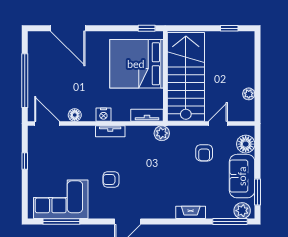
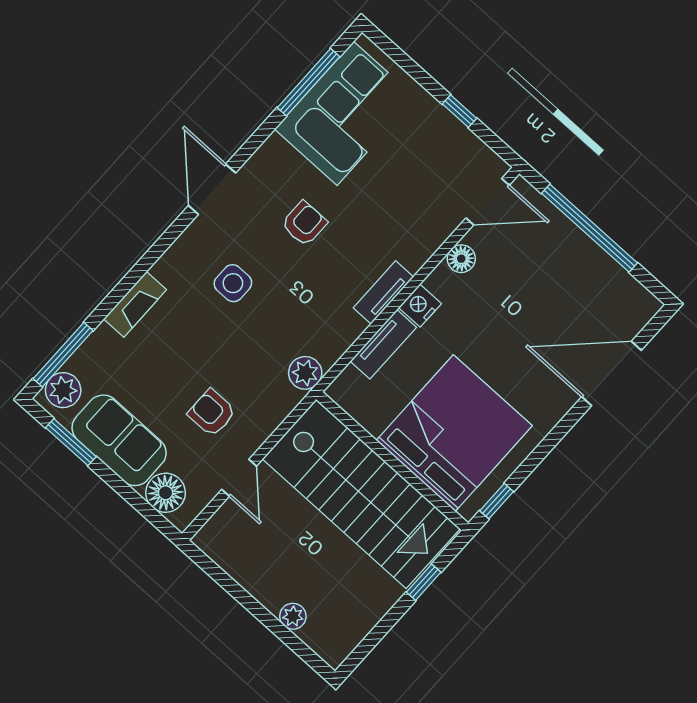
window: (229, 28) -> (424, 582), moved
plant: (249, 94) -> (293, 616), moved
tv unit: (147, 115) -> (383, 344), moved
side table: (153, 186) -> (233, 283), added

